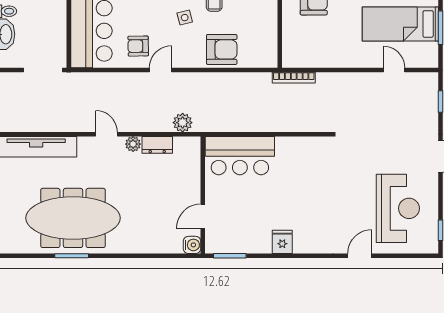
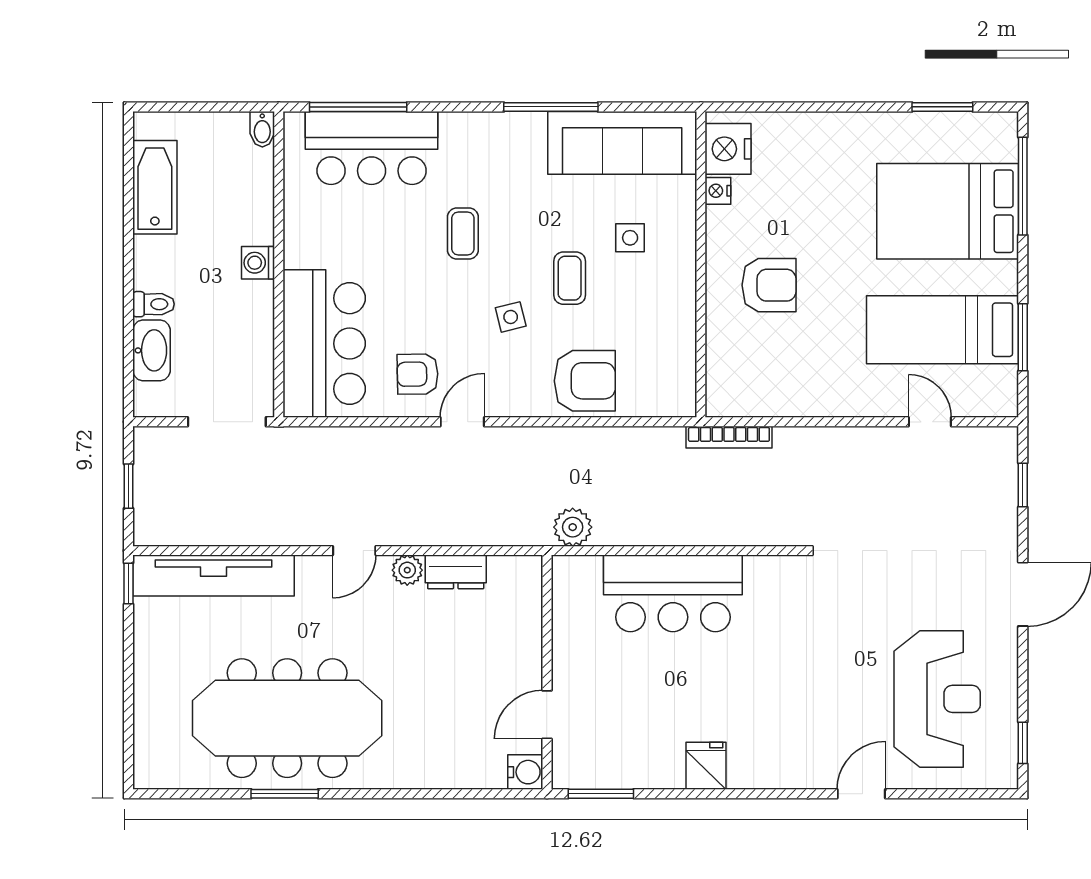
plant: (183, 123) -> (573, 527), moved
door: (107, 134) -> (354, 551), swing flipped
bar counter: (240, 156) -> (673, 593), moved

